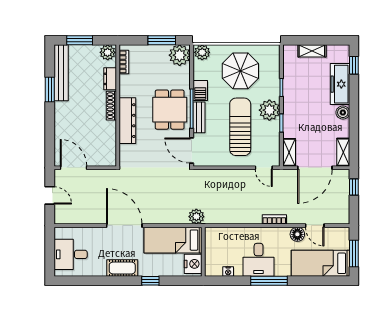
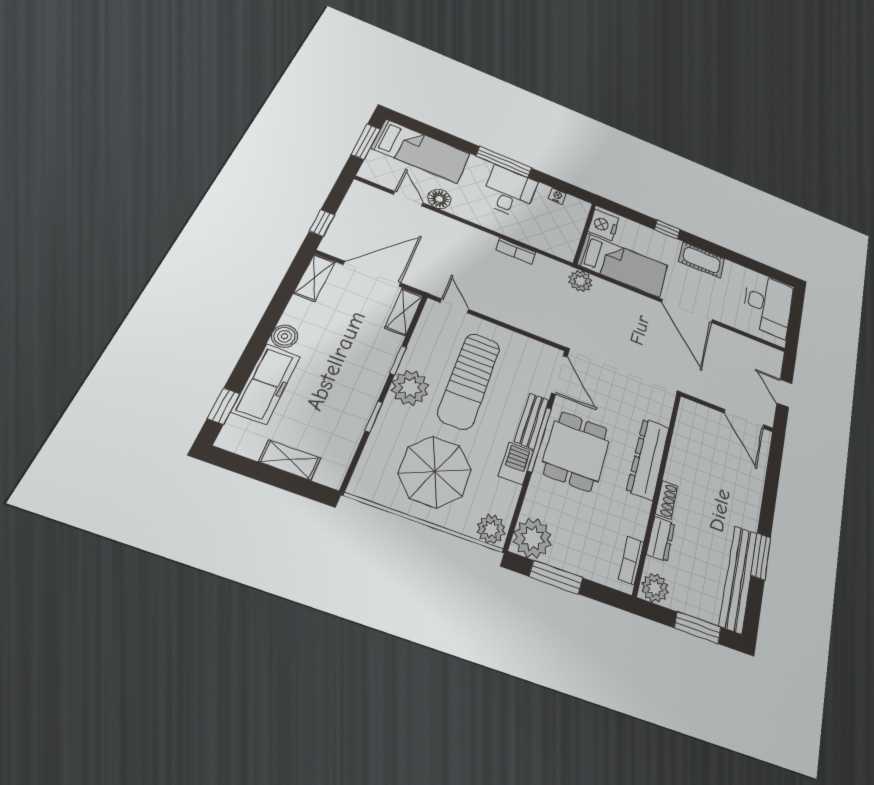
shoe rack: (111, 106) -> (667, 500), width x0.70
bookcase: (274, 219) -> (516, 251), moved
desk: (71, 254) -> (768, 305), width x1.37

